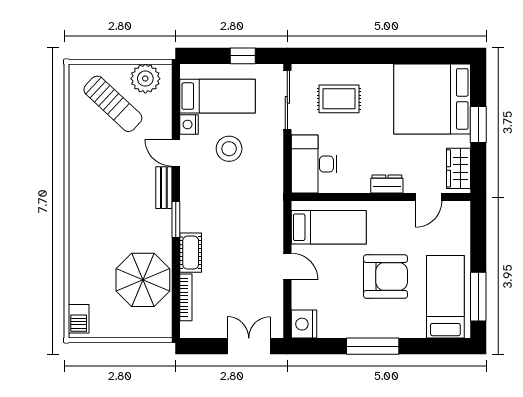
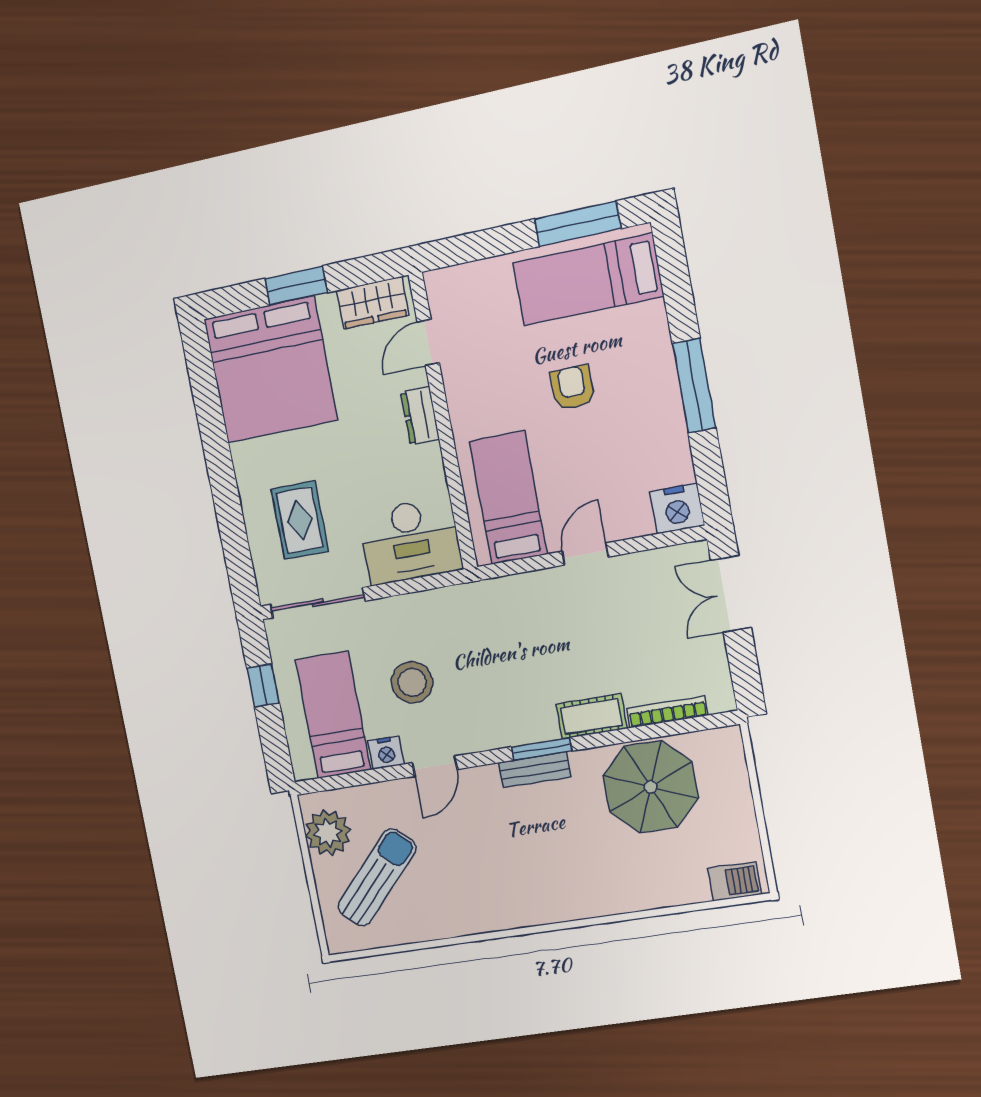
bench: (164, 188) -> (535, 770), moved
door: (429, 197) -> (428, 343), swing flipped
armchair: (385, 277) -> (572, 388), width x0.53, depth x0.53

